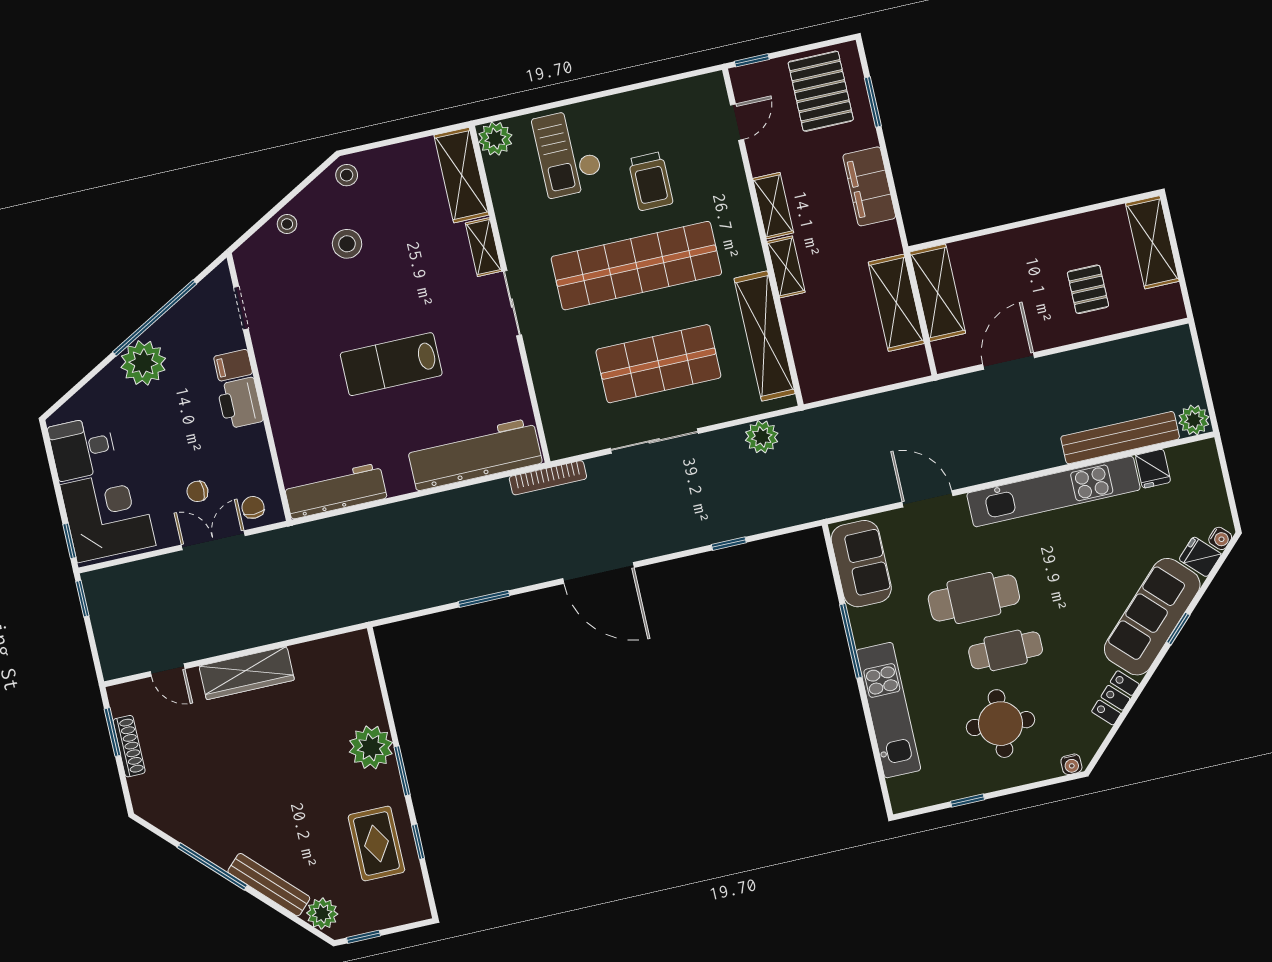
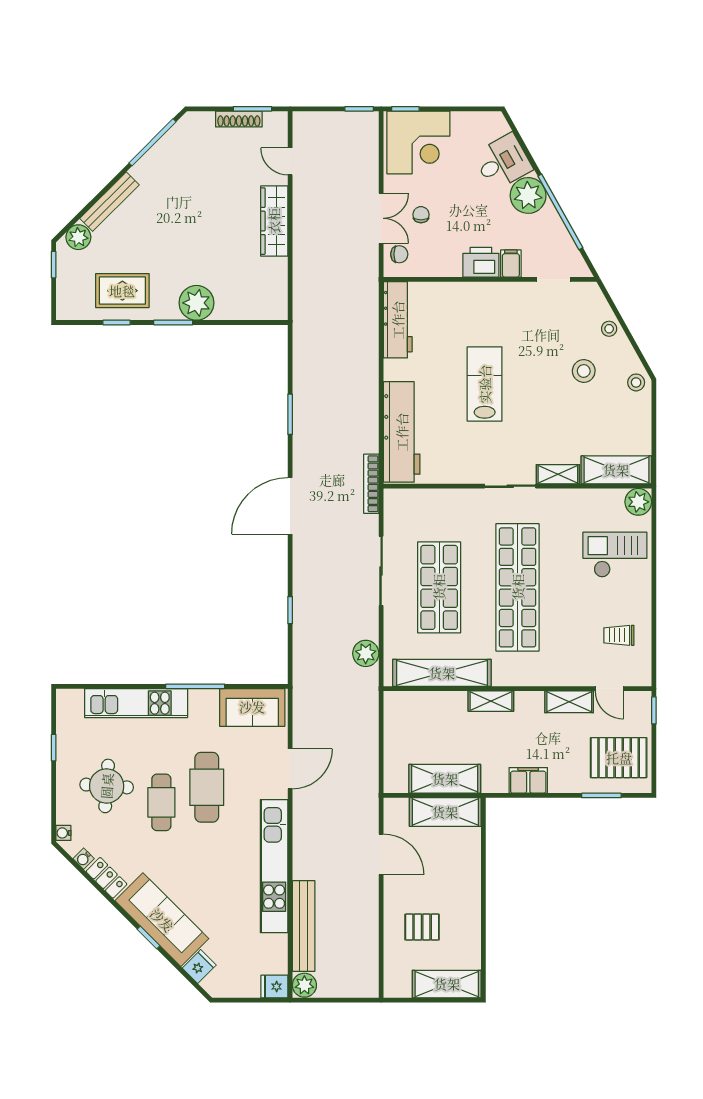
trolley: (651, 181) -> (619, 635), moved, width x0.73, depth x0.72
filing cabinet: (869, 186) -> (528, 780), width x0.67, depth x0.86
shelving: (773, 206) -> (569, 702), moved
desk: (83, 448) -> (503, 162), moved, turned 61
fridge: (1153, 469) -> (274, 987), moved
water cooler: (1220, 538) -> (84, 859), moved
door: (168, 670) -> (290, 161), hinge flipped
window: (212, 866) -> (152, 142), moved

